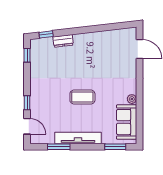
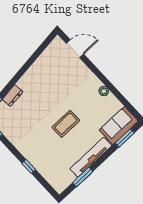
sofa: (127, 122) -> (119, 126), moved, turned 90
door: (27, 126) -> (45, 184), removed

